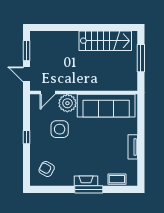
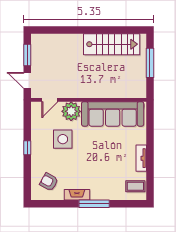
coffee table: (117, 179) -> (135, 186), moved
fireplace: (86, 181) -> (77, 195), moved

